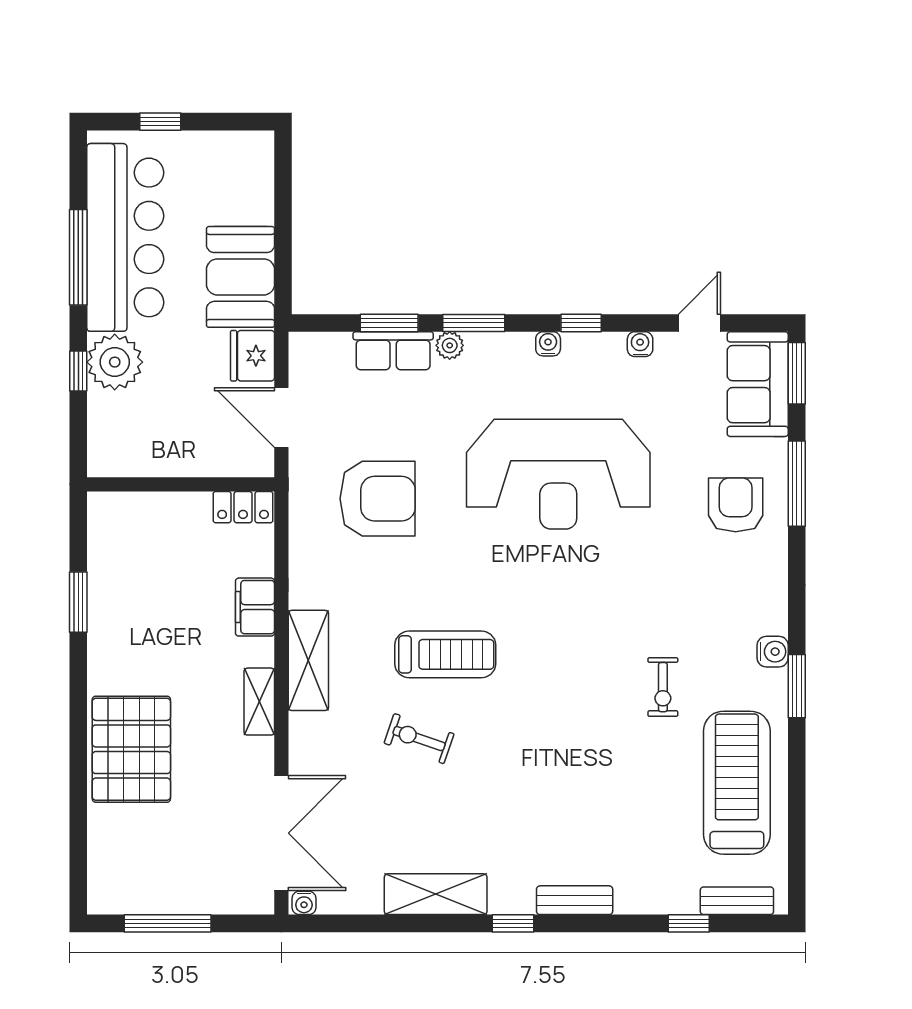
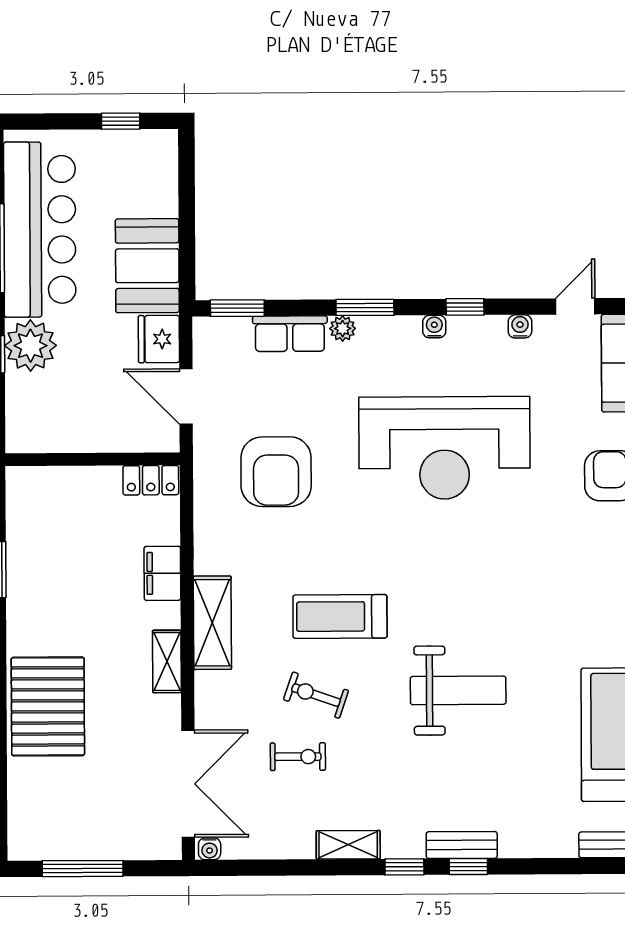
window: (160, 122) -> (121, 121), moved
window: (389, 323) -> (237, 308), moved
armchair: (377, 499) -> (276, 472), turned 90
treadmill: (445, 654) -> (340, 616), turned 180
exercise bike: (663, 687) -> (298, 757), moved, turned -90
weight bench: (572, 734) -> (458, 690), added
shelving: (436, 894) -> (348, 845), width x0.67, depth x0.75
window: (689, 923) -> (468, 867), moved

